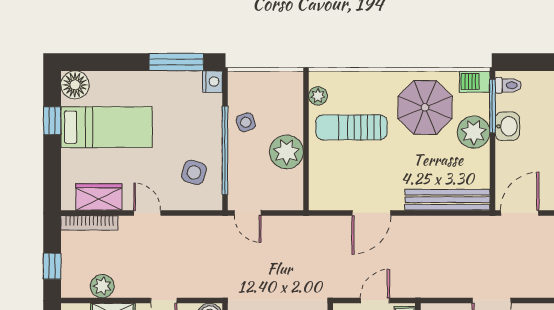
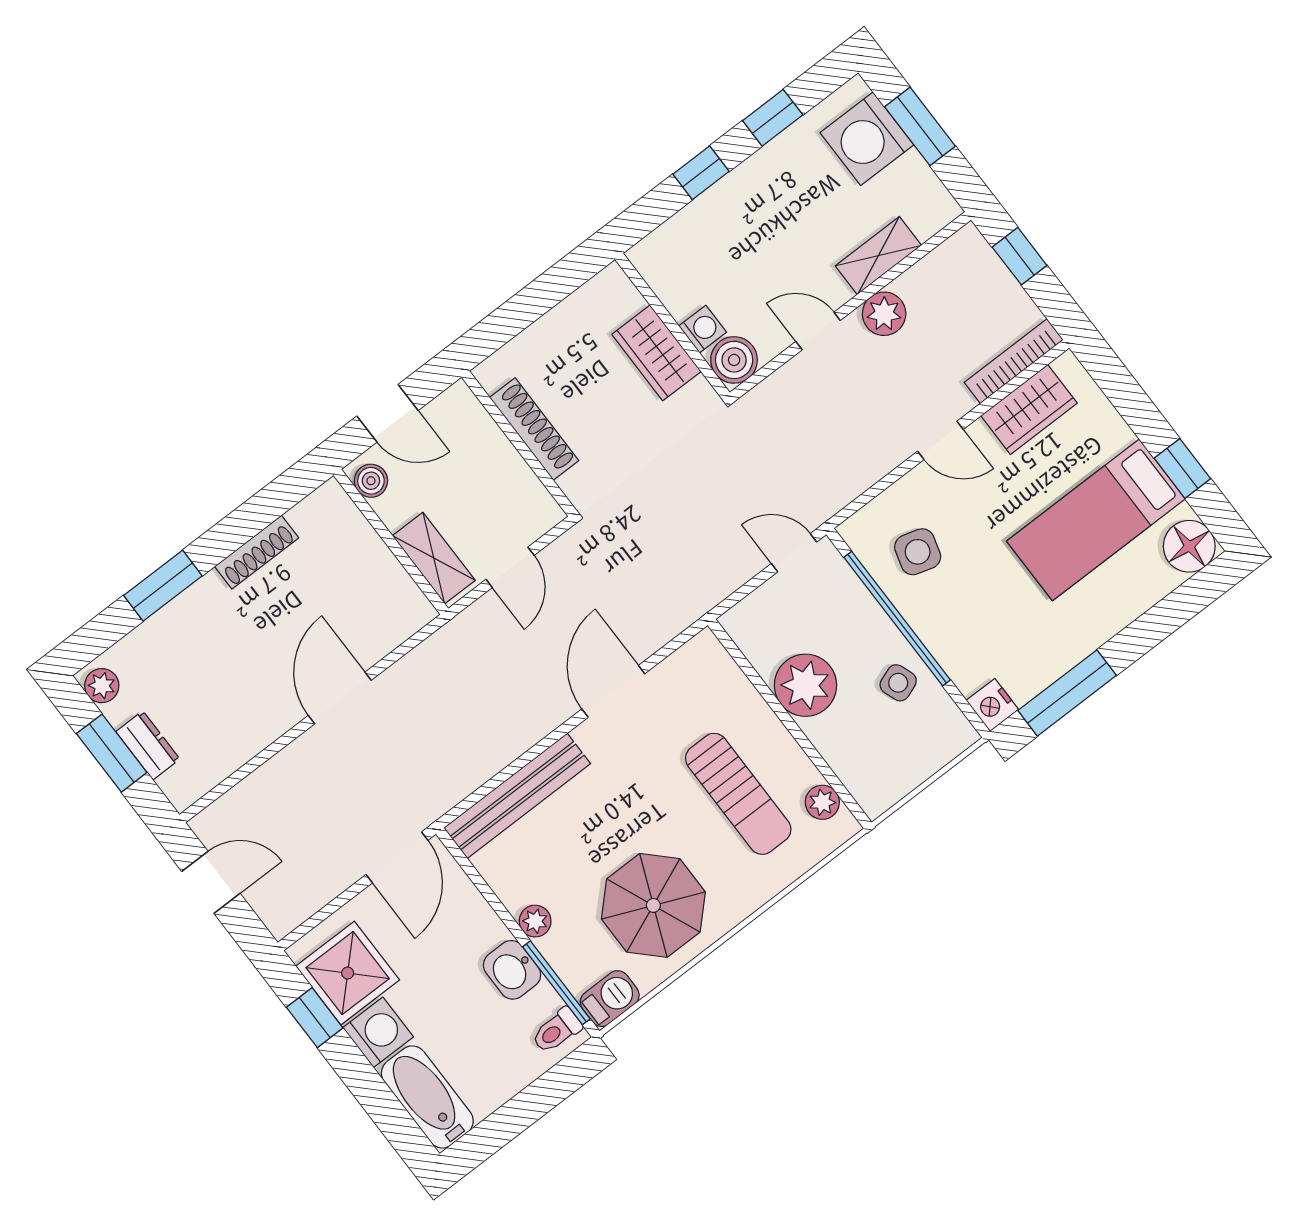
sun lounger: (351, 127) -> (738, 794), turned 90
plant: (474, 132) -> (535, 921), width x0.53, depth x0.53
plant: (102, 286) -> (884, 314), moved

